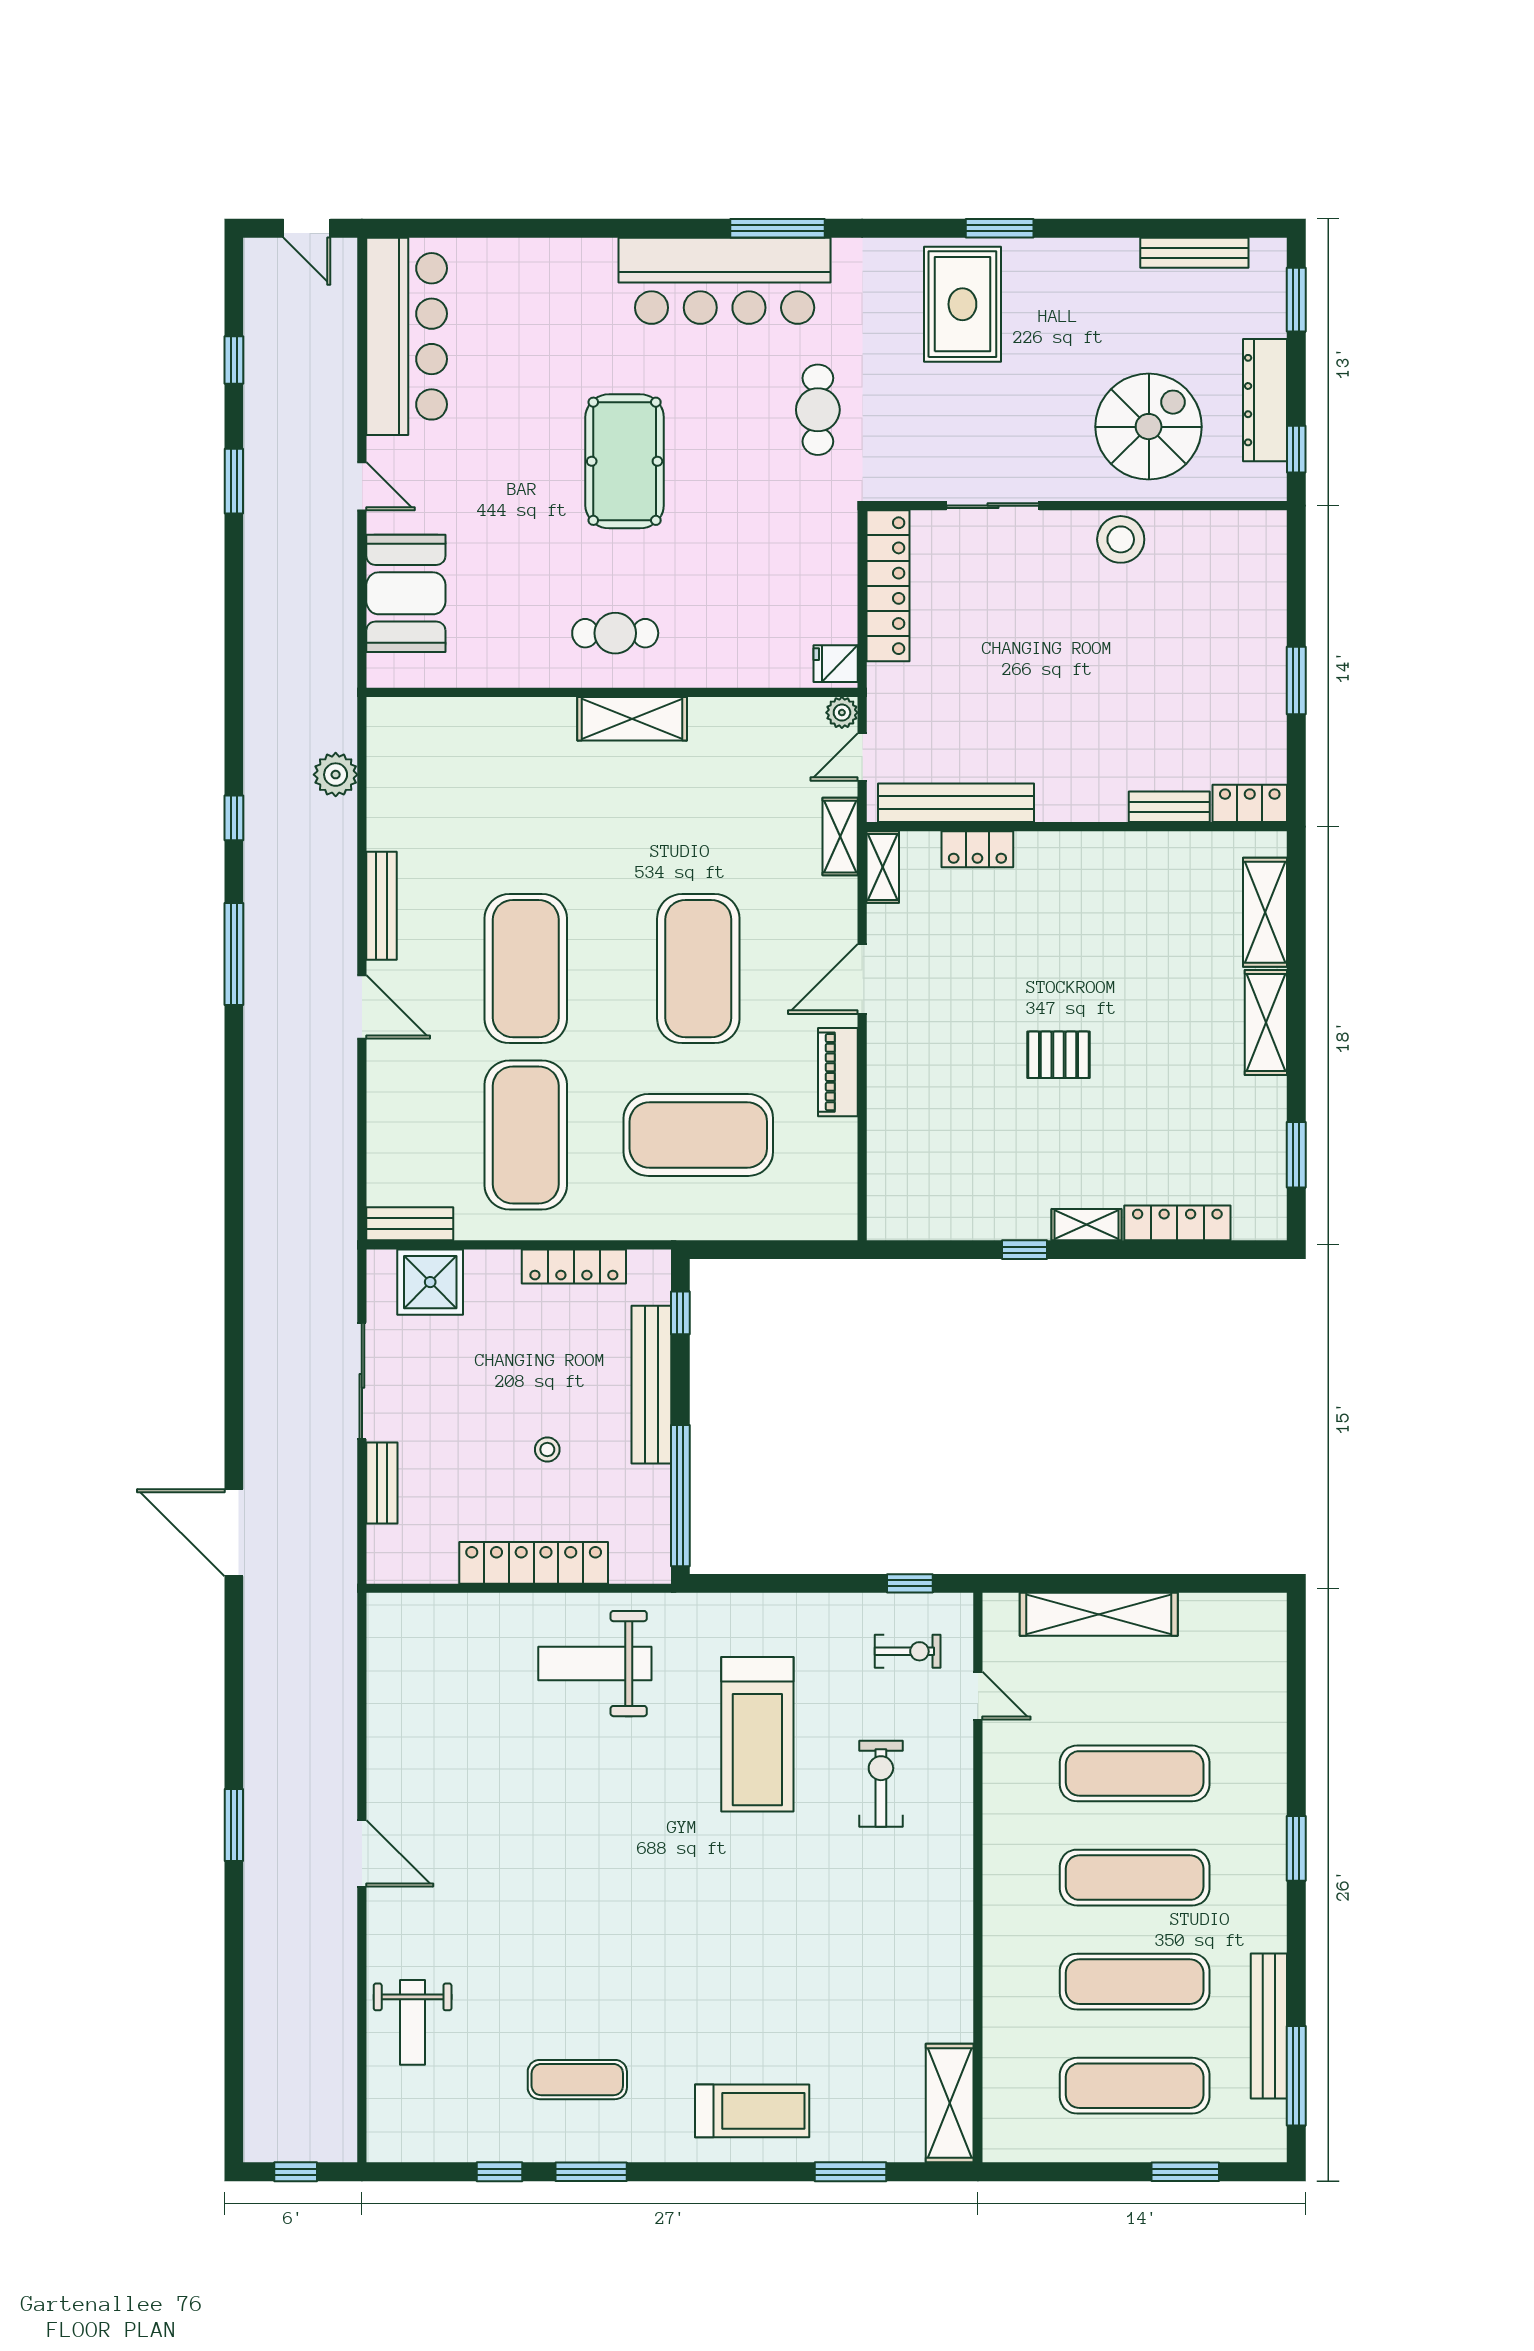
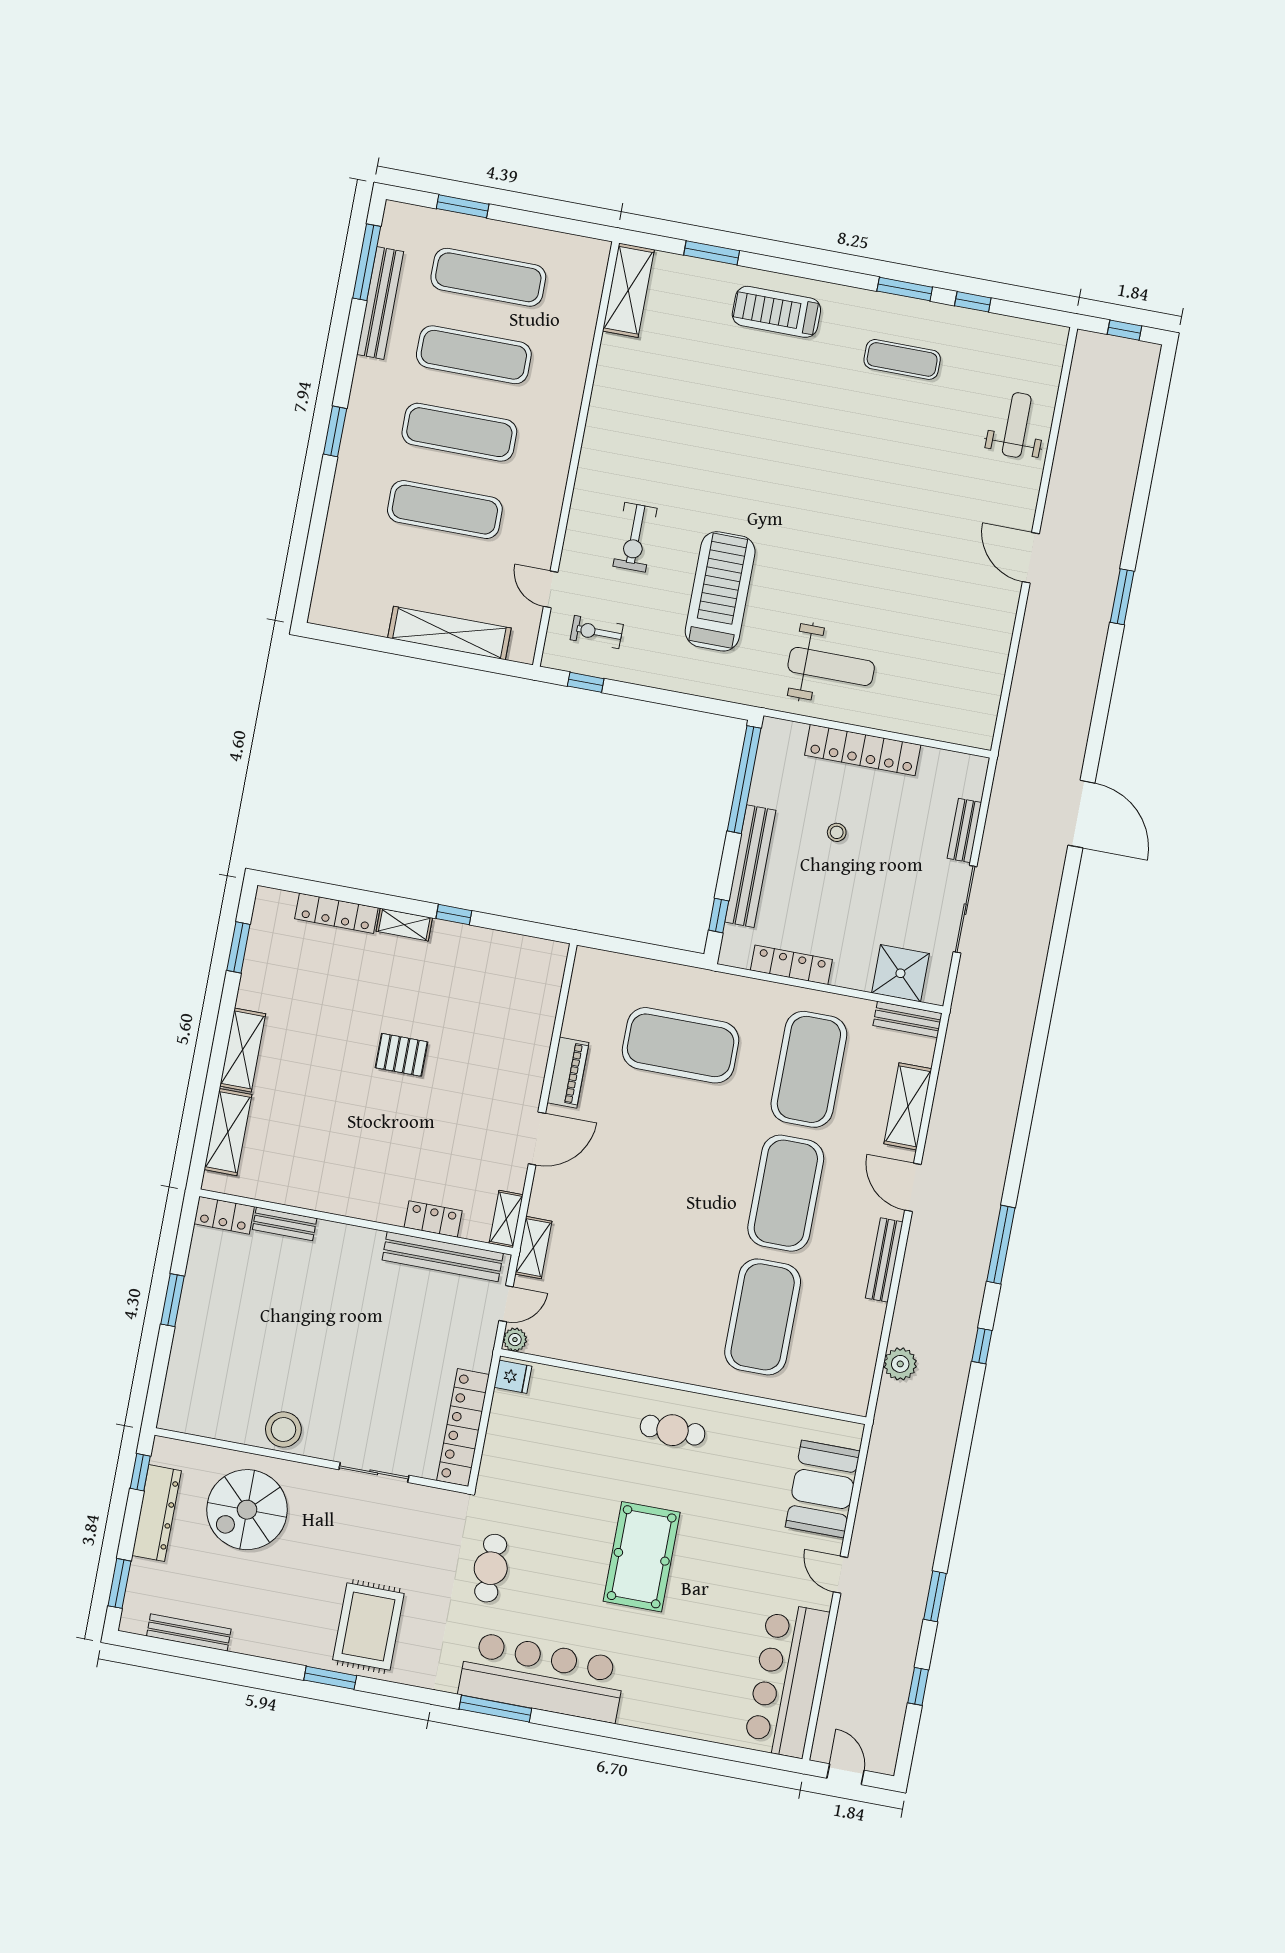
shelving: (632, 719) -> (908, 1106), moved, turned 90
exercise mat: (698, 969) -> (763, 1317), moved

